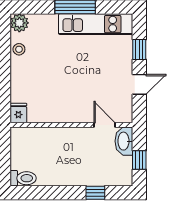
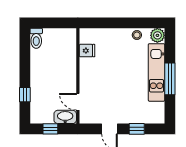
kitchen unit: (96, 24) -> (157, 72), moved
fridge: (18, 113) -> (87, 51), moved
door: (105, 125) -> (78, 102), swing flipped

